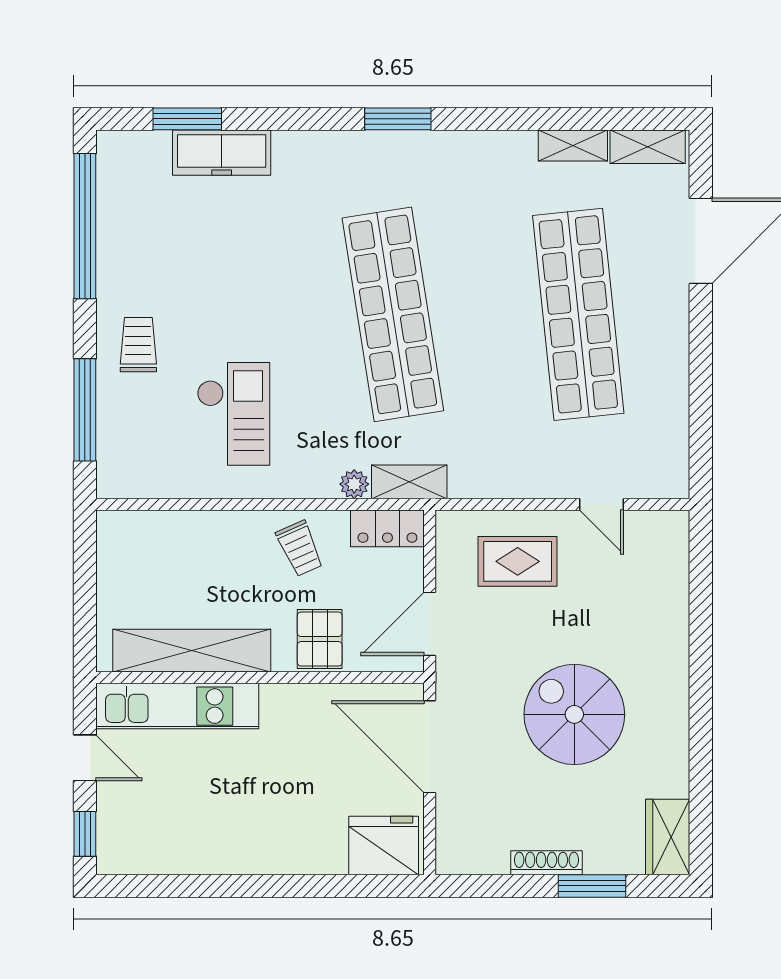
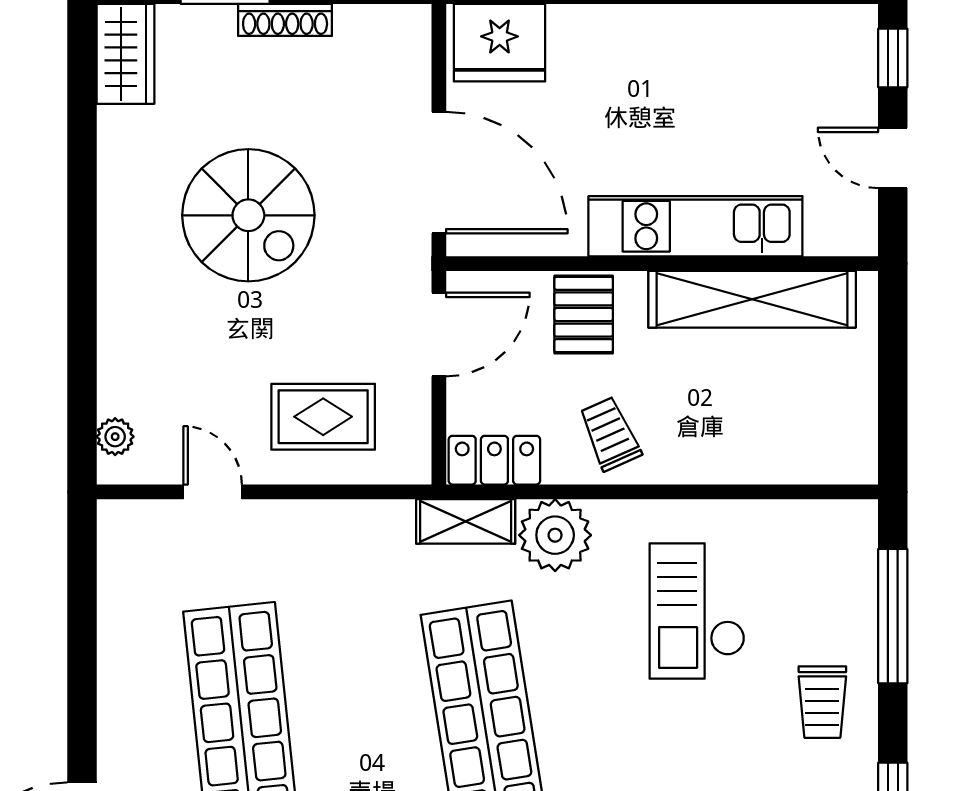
plant: (354, 484) -> (555, 535), width x1.87, depth x1.87
plant: (676, 546) -> (115, 437), added
kitchen unit: (177, 706) -> (695, 226), moved

